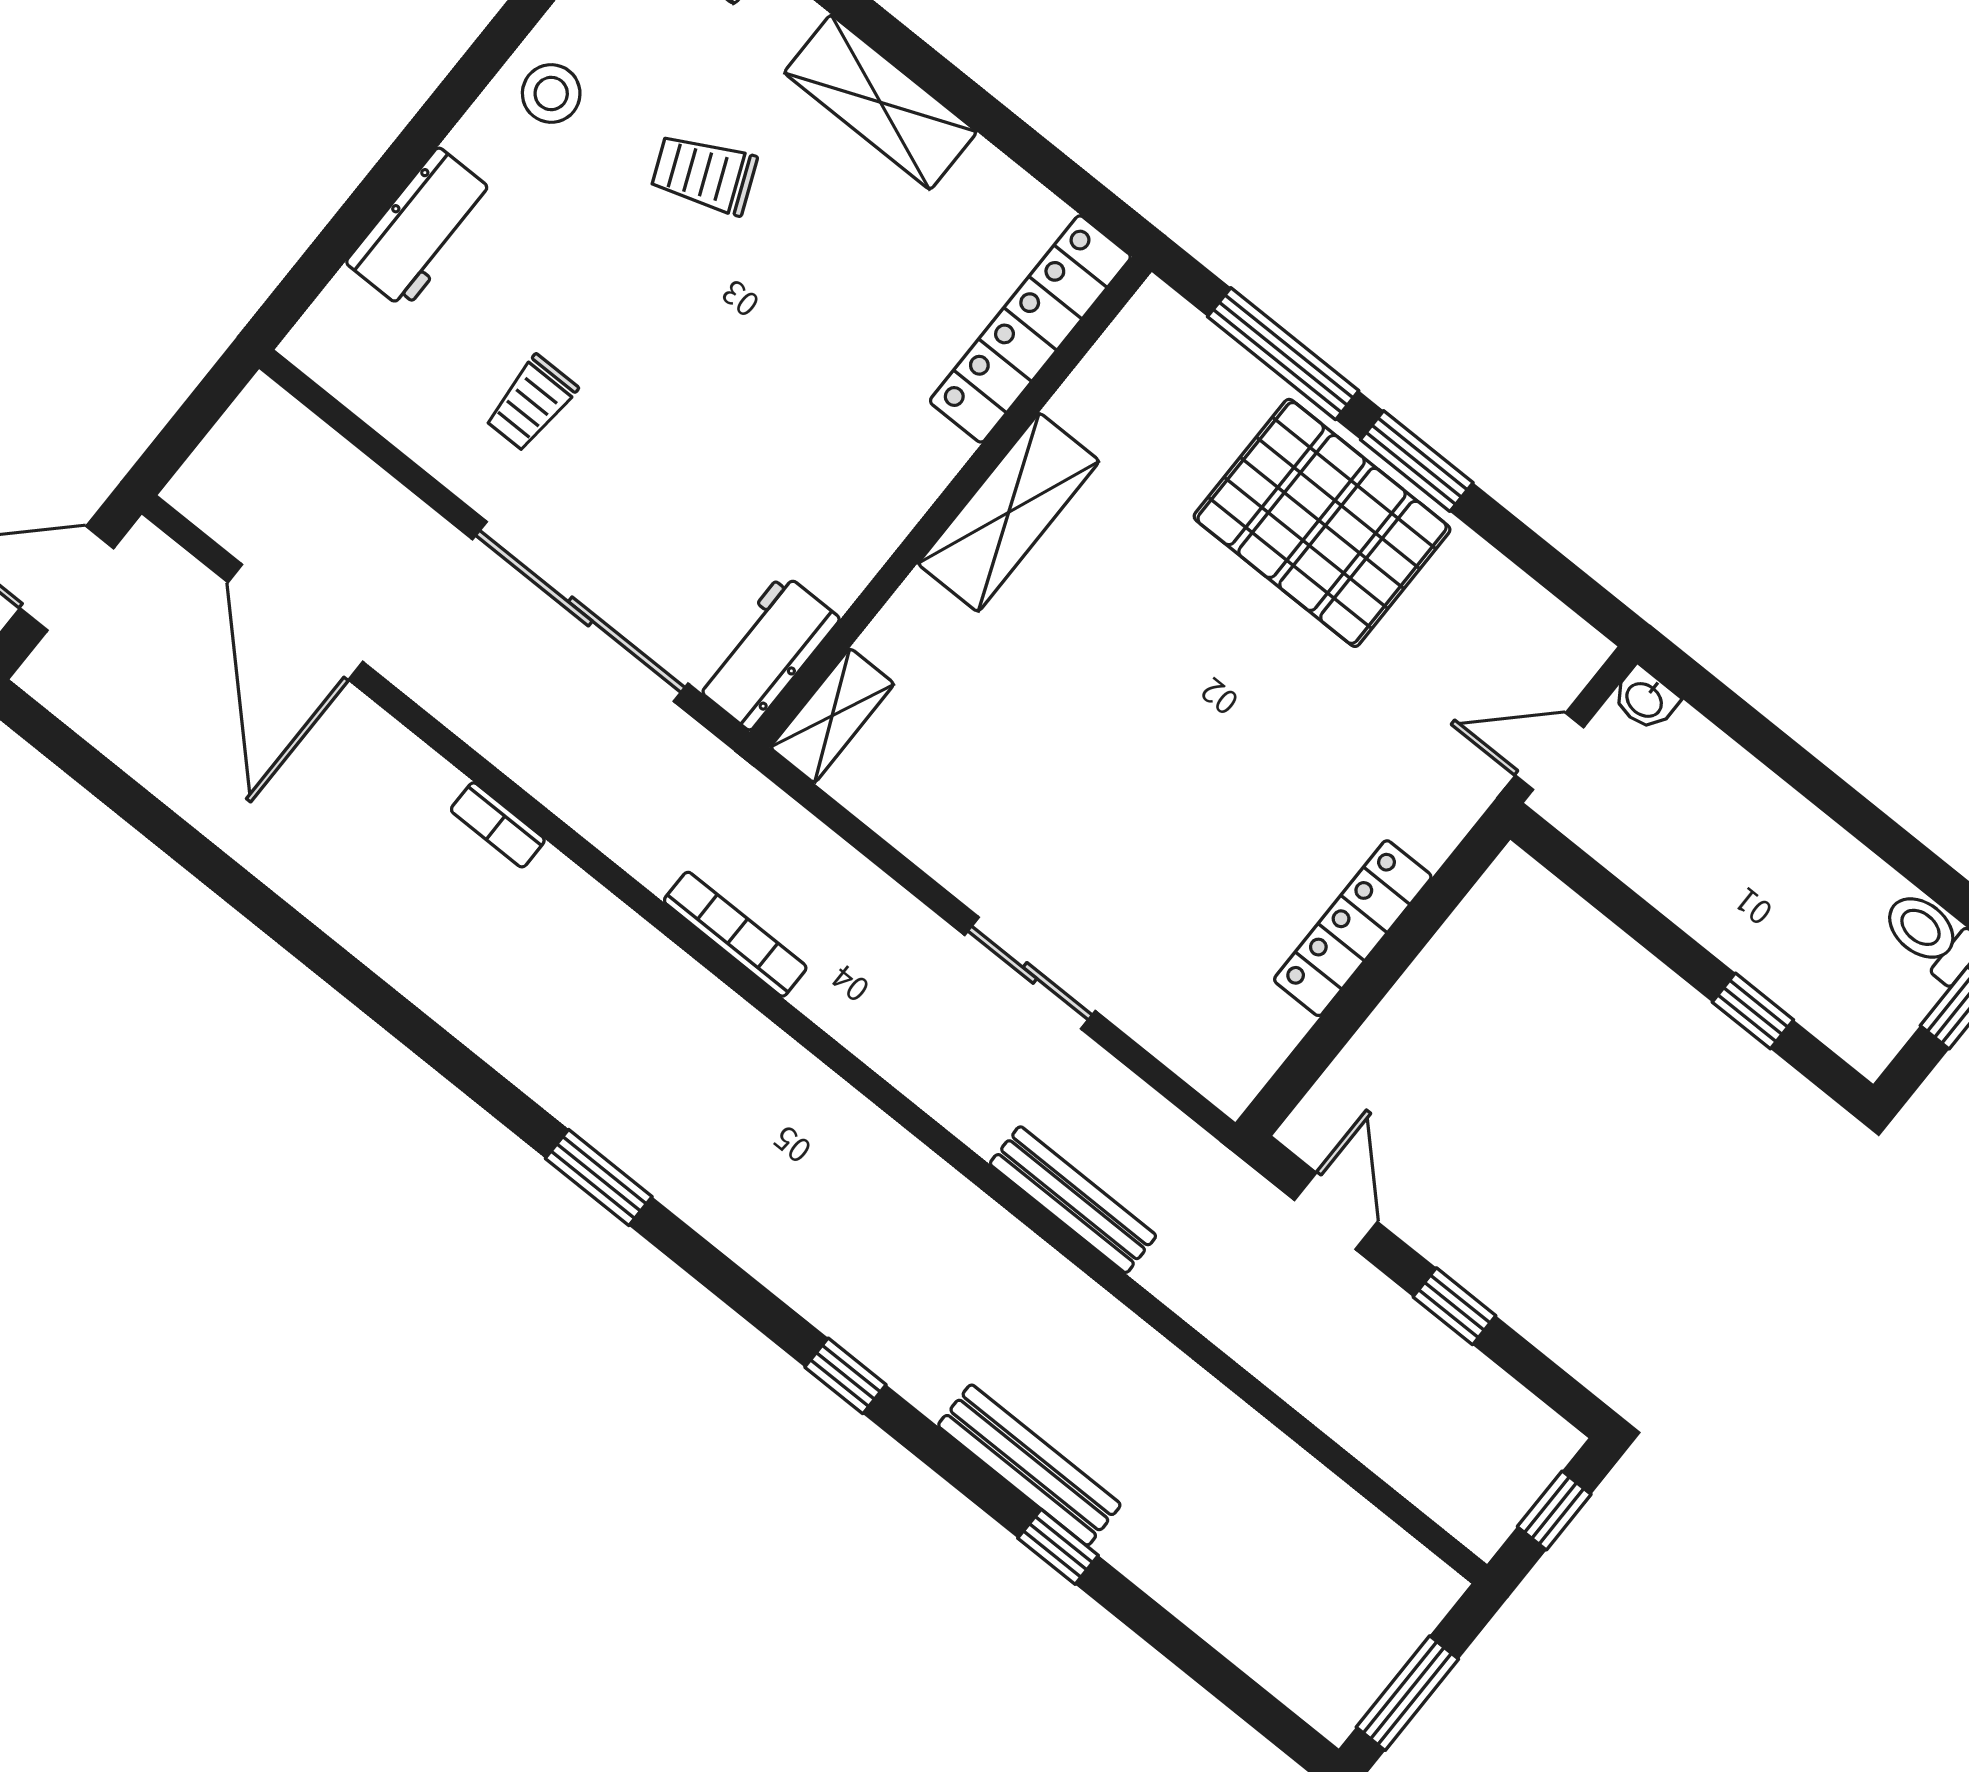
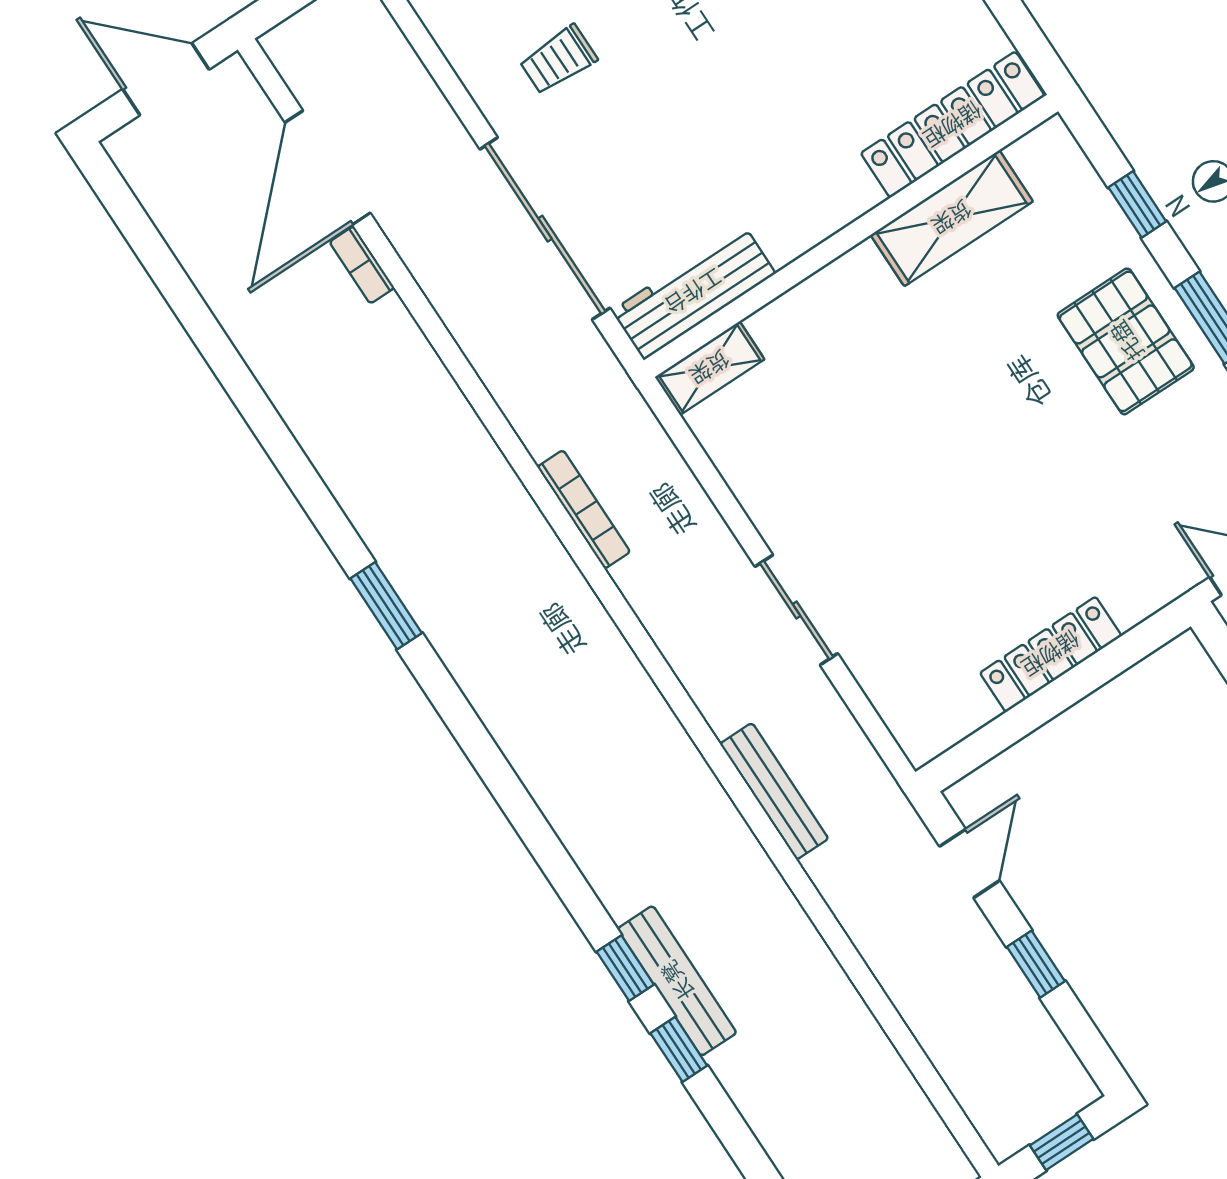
window: (1283, 354) -> (1137, 204), width x0.46
shelving: (1009, 512) -> (952, 218), moved
pallet: (1322, 523) -> (1126, 341), width x0.73, depth x0.71
workbench: (766, 652) -> (694, 292), width x1.38
bookcase: (498, 825) -> (362, 265), moved
window: (599, 1177) -> (386, 606), moved
window: (845, 1376) -> (625, 968), moved

